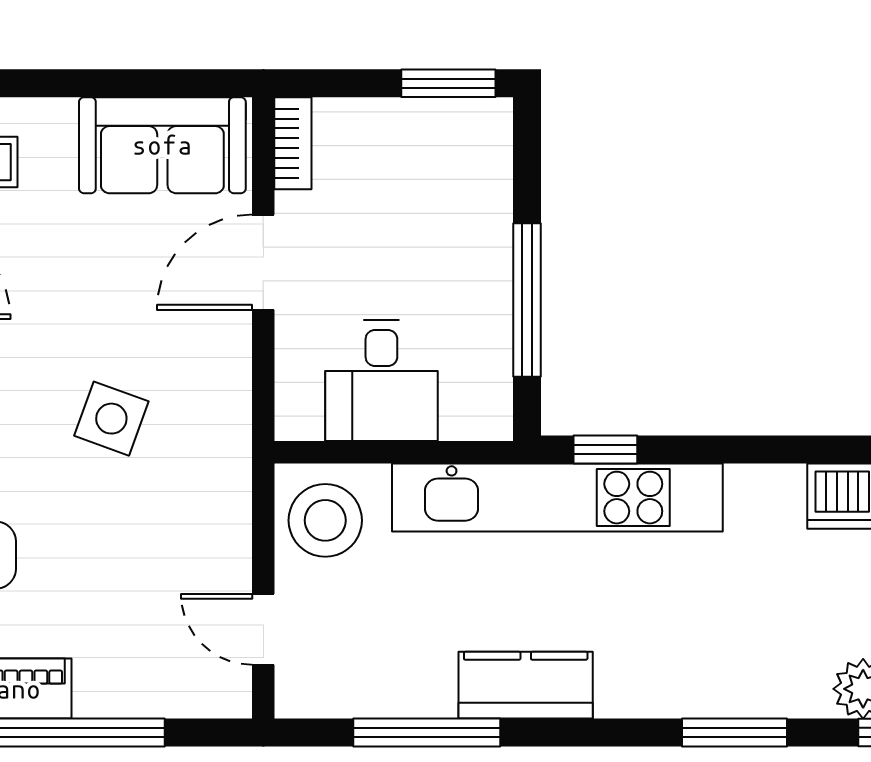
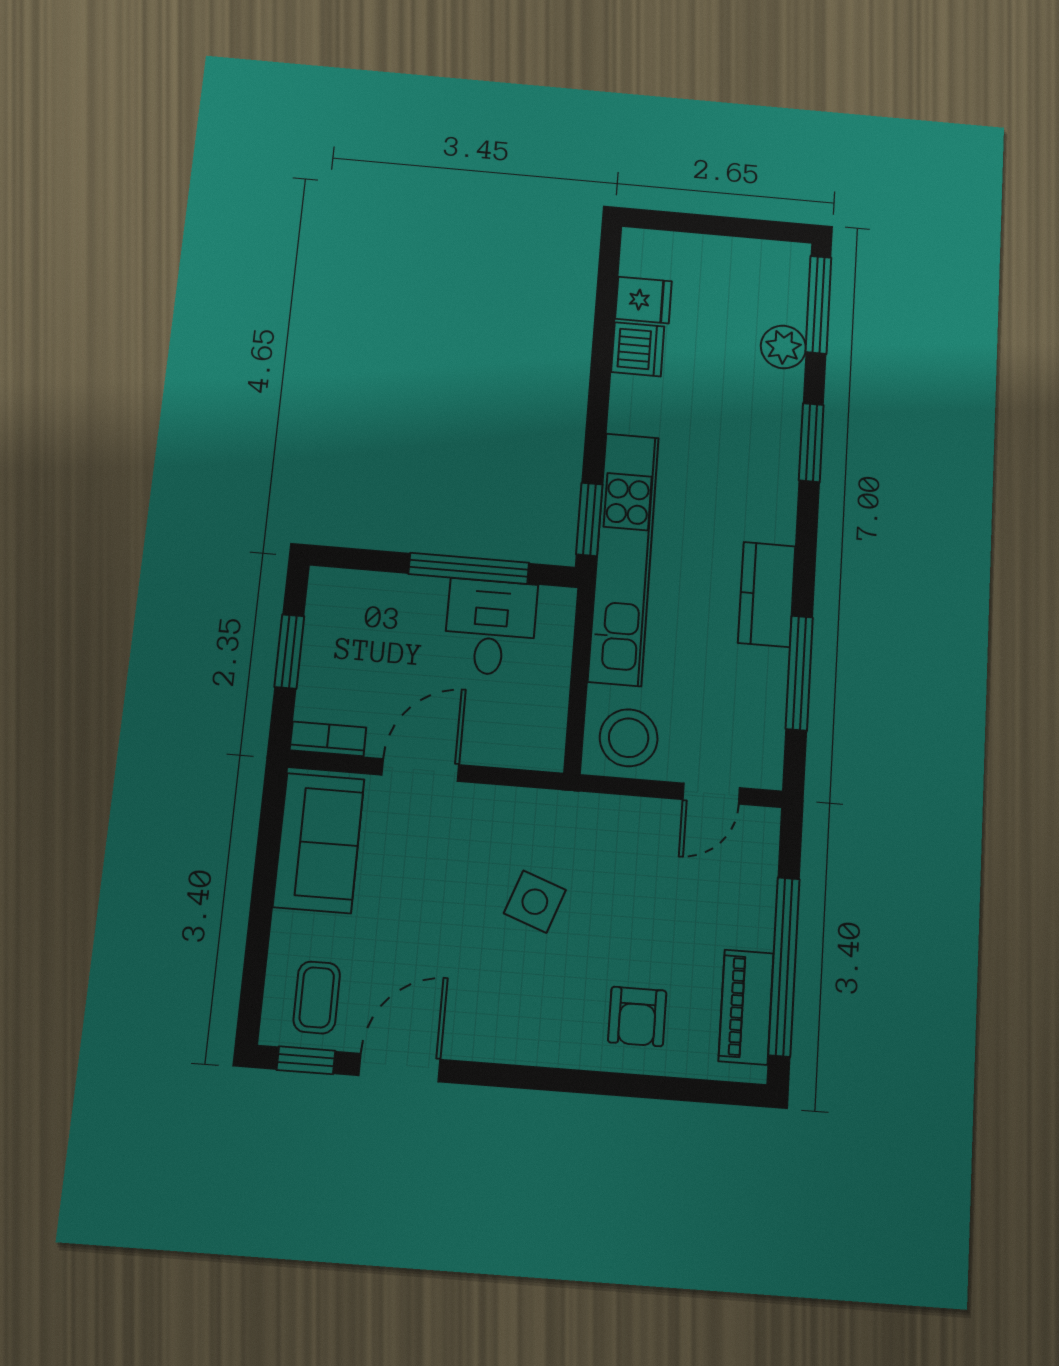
window: (448, 83) -> (289, 651), moved
door: (263, 262) -> (420, 770), swing flipped
desk: (381, 381) -> (490, 627), moved, turned -90
window: (605, 450) -> (589, 519), width x1.50

